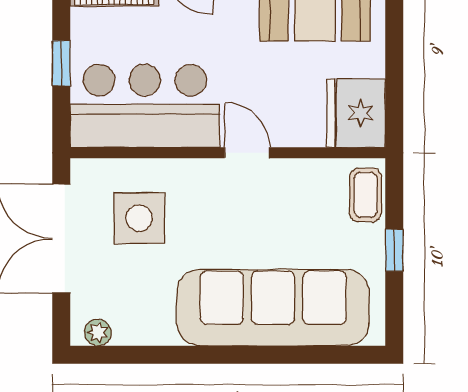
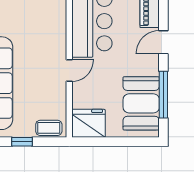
side table: (139, 218) -> (38, 18), removed

